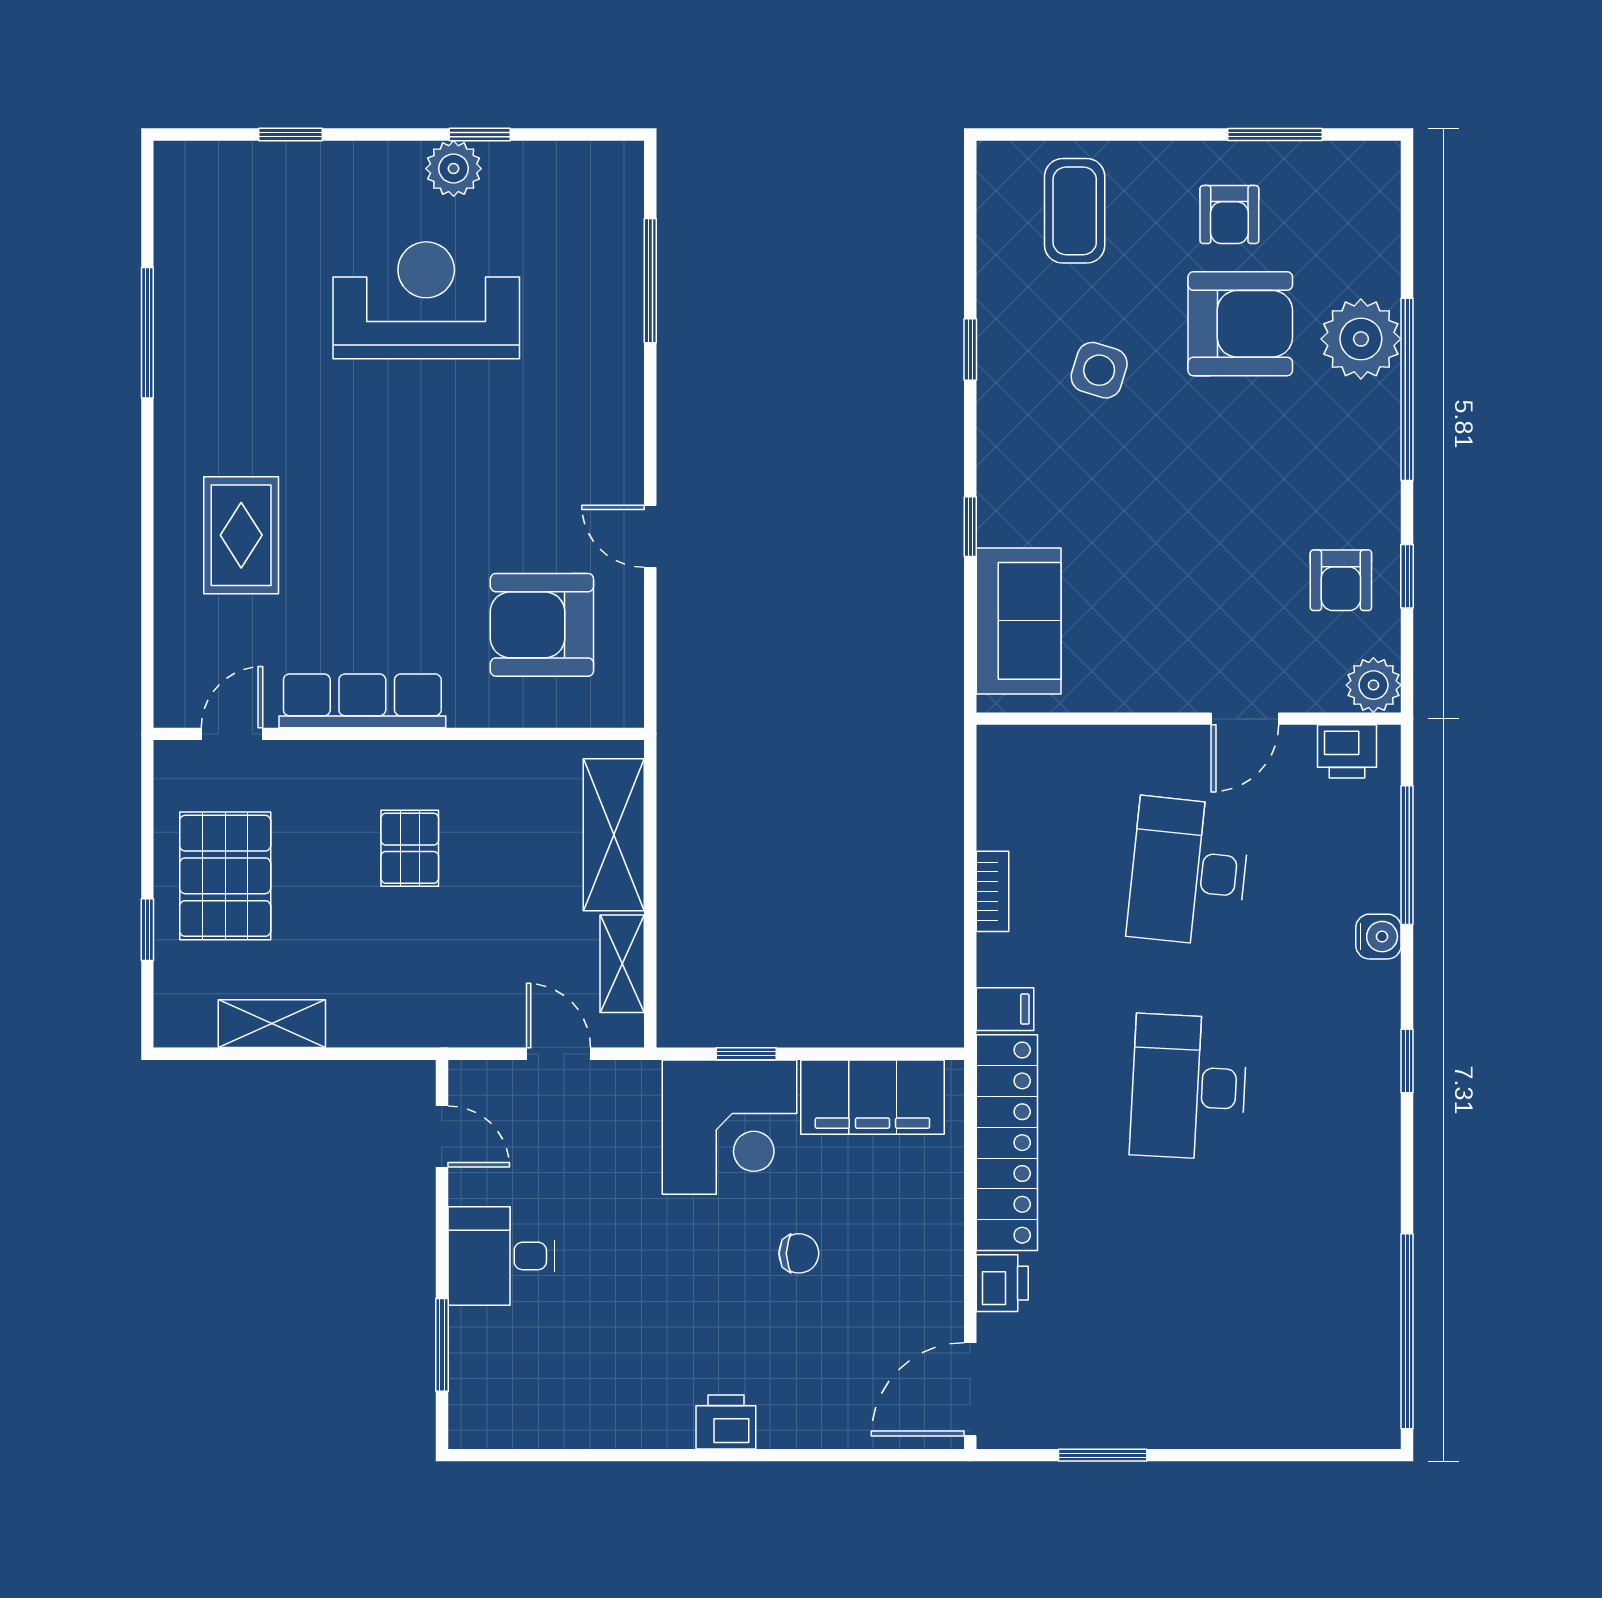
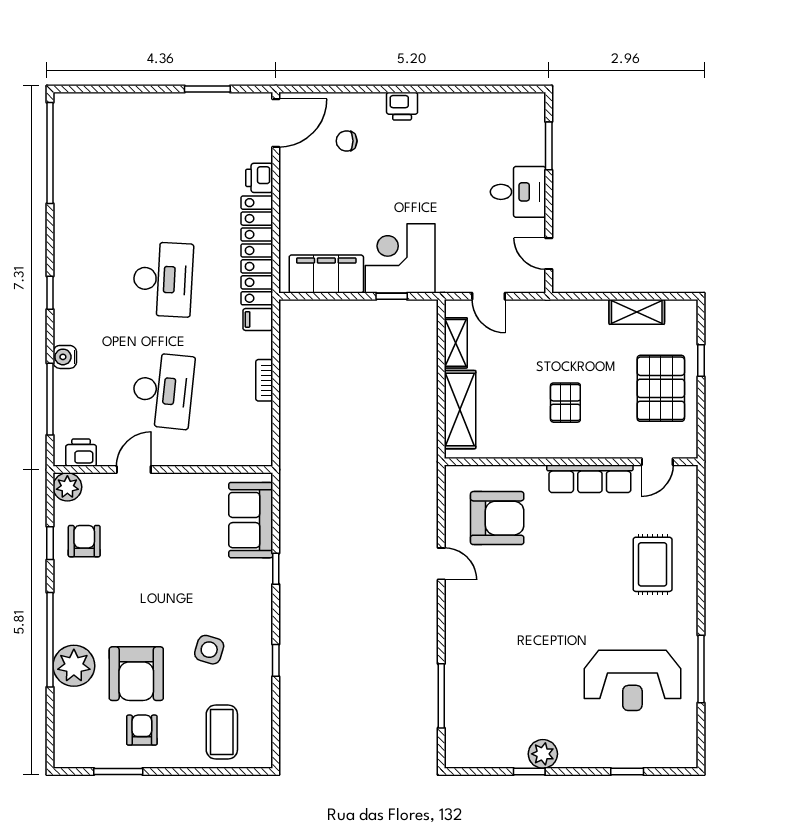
reception desk: (426, 300) -> (632, 680), moved
armchair: (1240, 324) -> (136, 674), turned -90
chair: (799, 1253) -> (347, 141), moved

